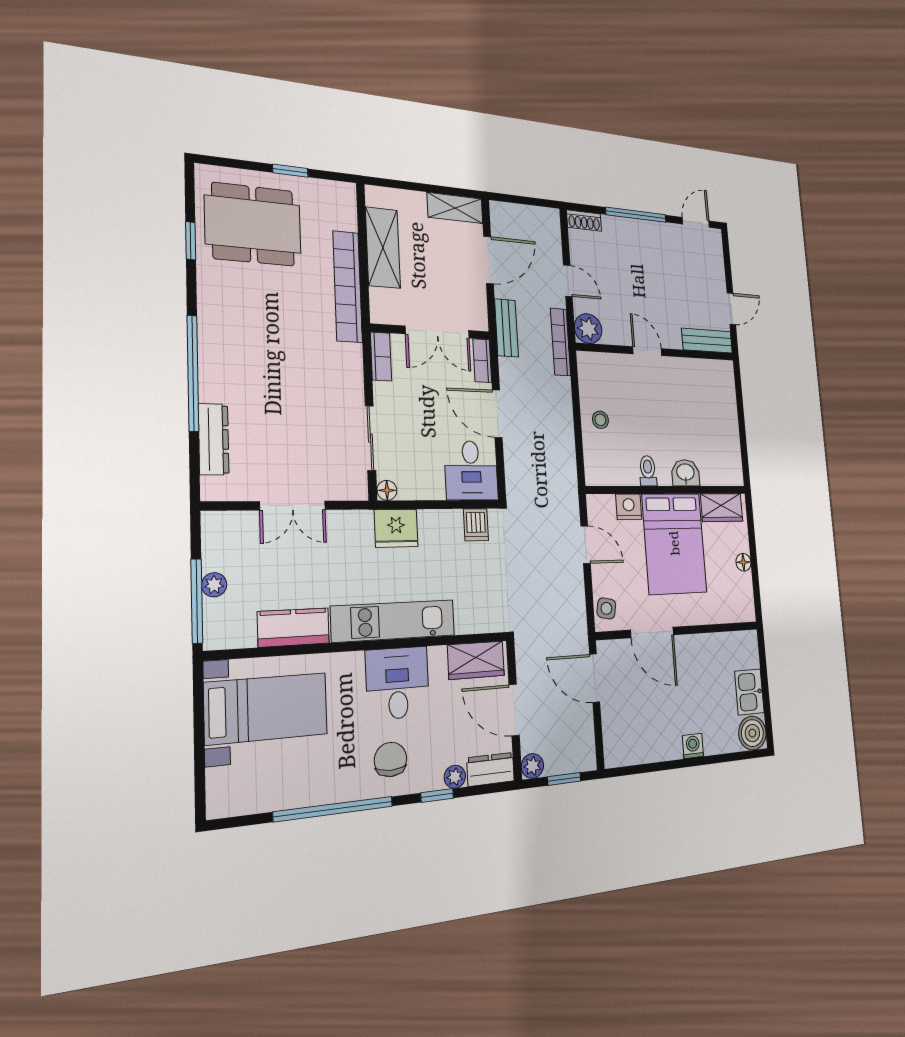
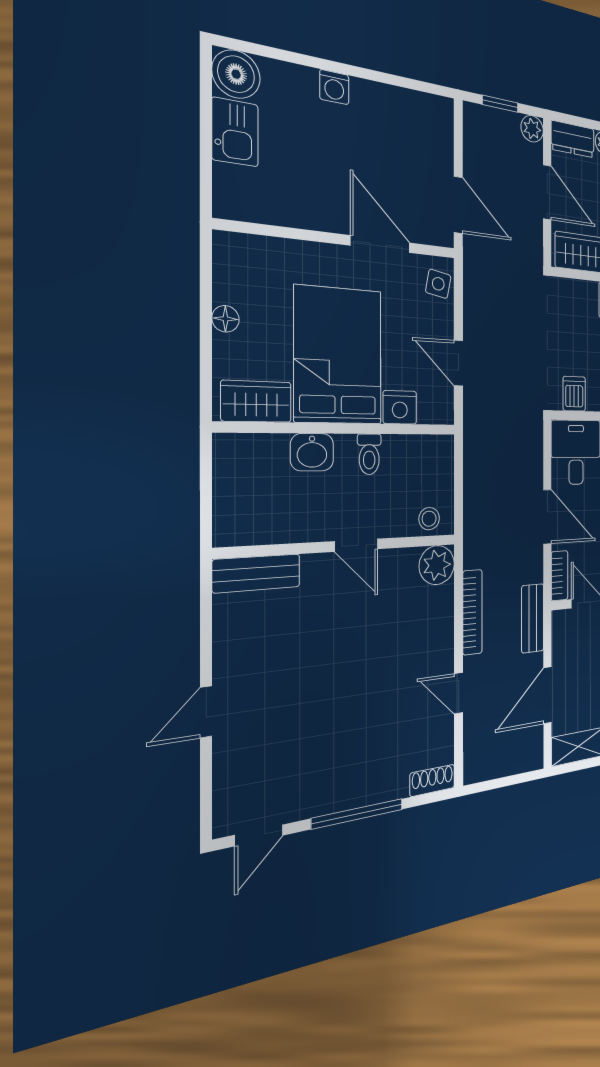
plant: (588, 329) -> (437, 565), moved
bench: (707, 341) -> (257, 573), moved
door: (647, 351) -> (356, 545), moved
wall: (657, 352) -> (342, 546), moved

